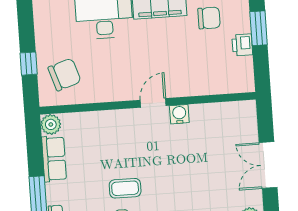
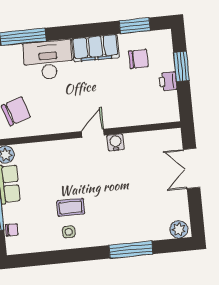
double door: (268, 165) -> (192, 168), moved

